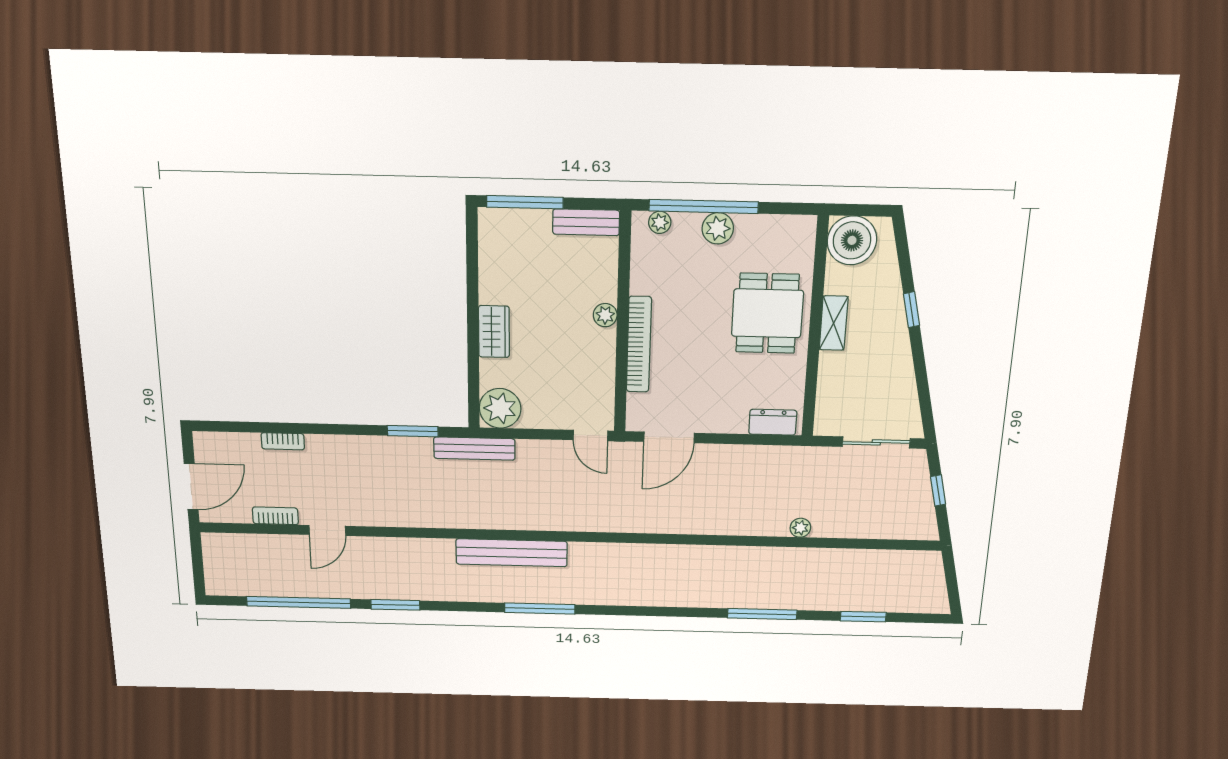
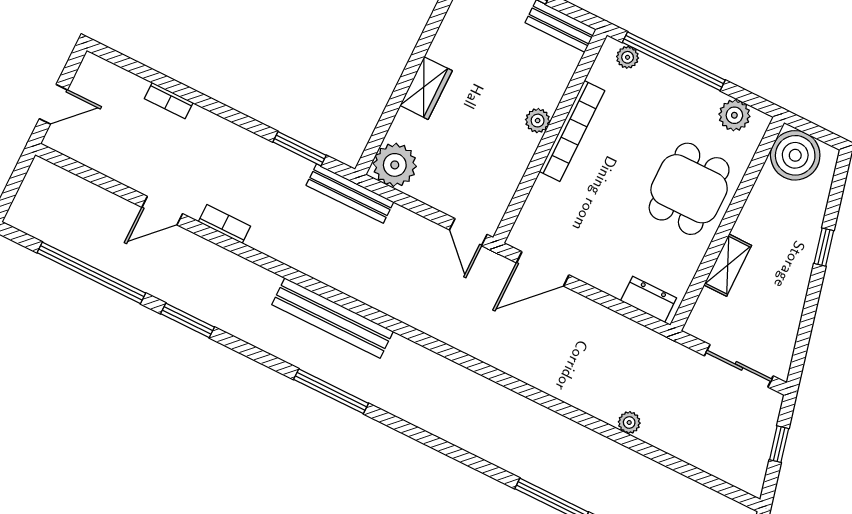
plant: (718, 228) -> (734, 115), moved
shelving: (834, 323) -> (728, 265), moved
bookcase: (639, 344) -> (572, 131), moved
door: (191, 487) -> (53, 104), width x0.73
bookcase: (275, 516) -> (224, 224), moved

